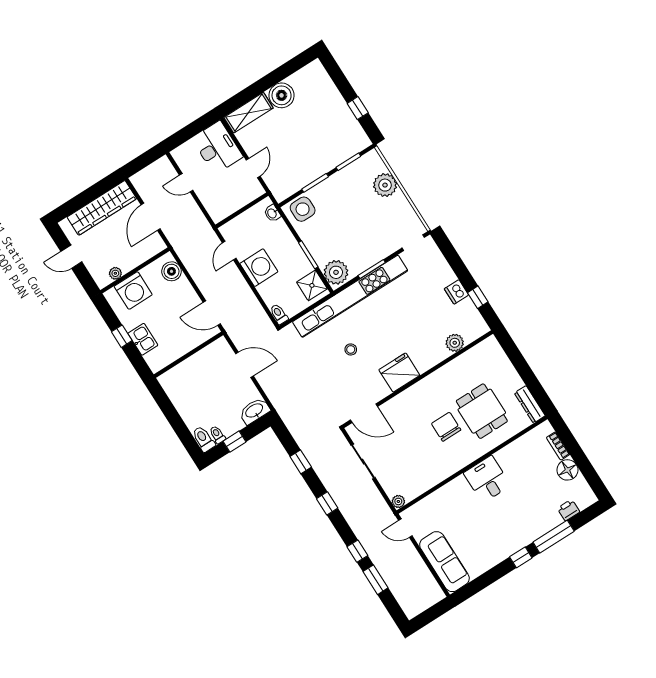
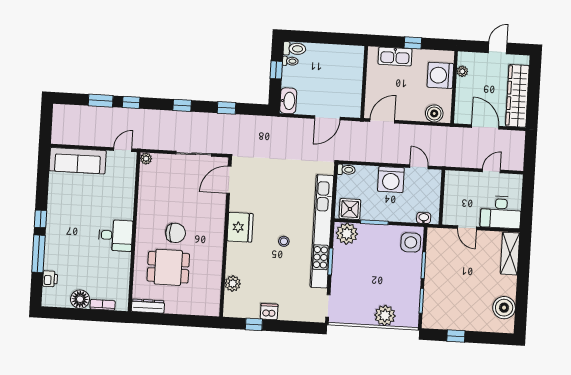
boiler: (282, 95) -> (504, 308), moved
kitchen sink: (143, 339) -> (395, 56), width x1.38
stool: (351, 349) -> (284, 241), moved

